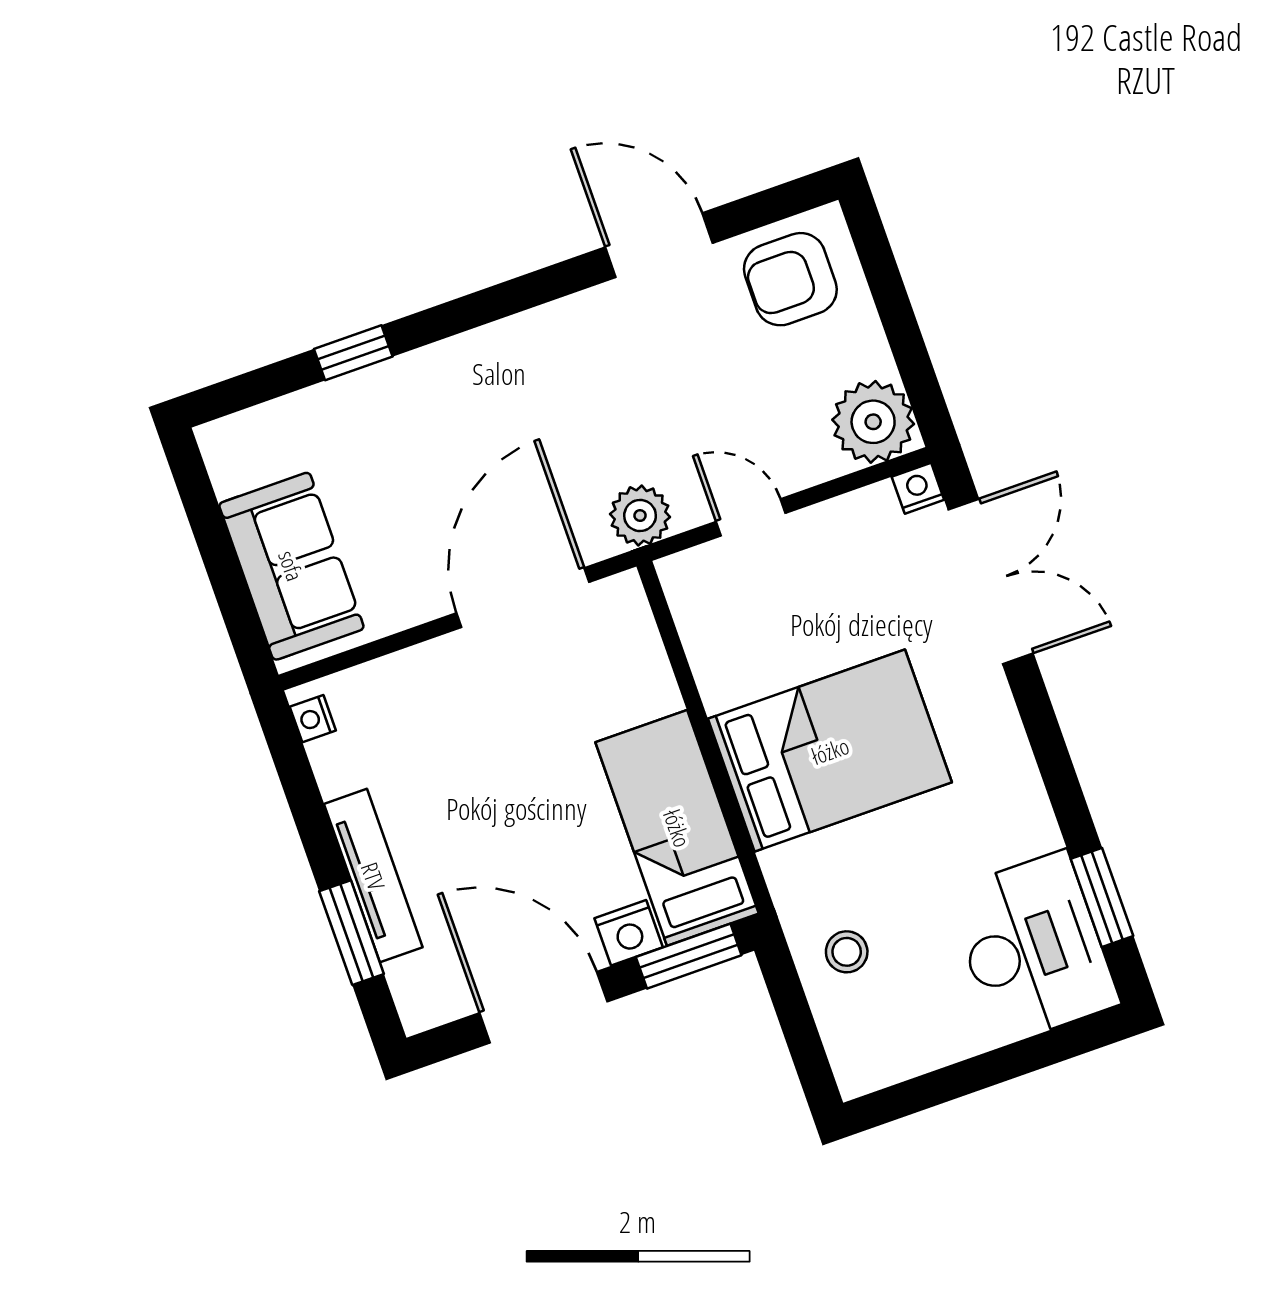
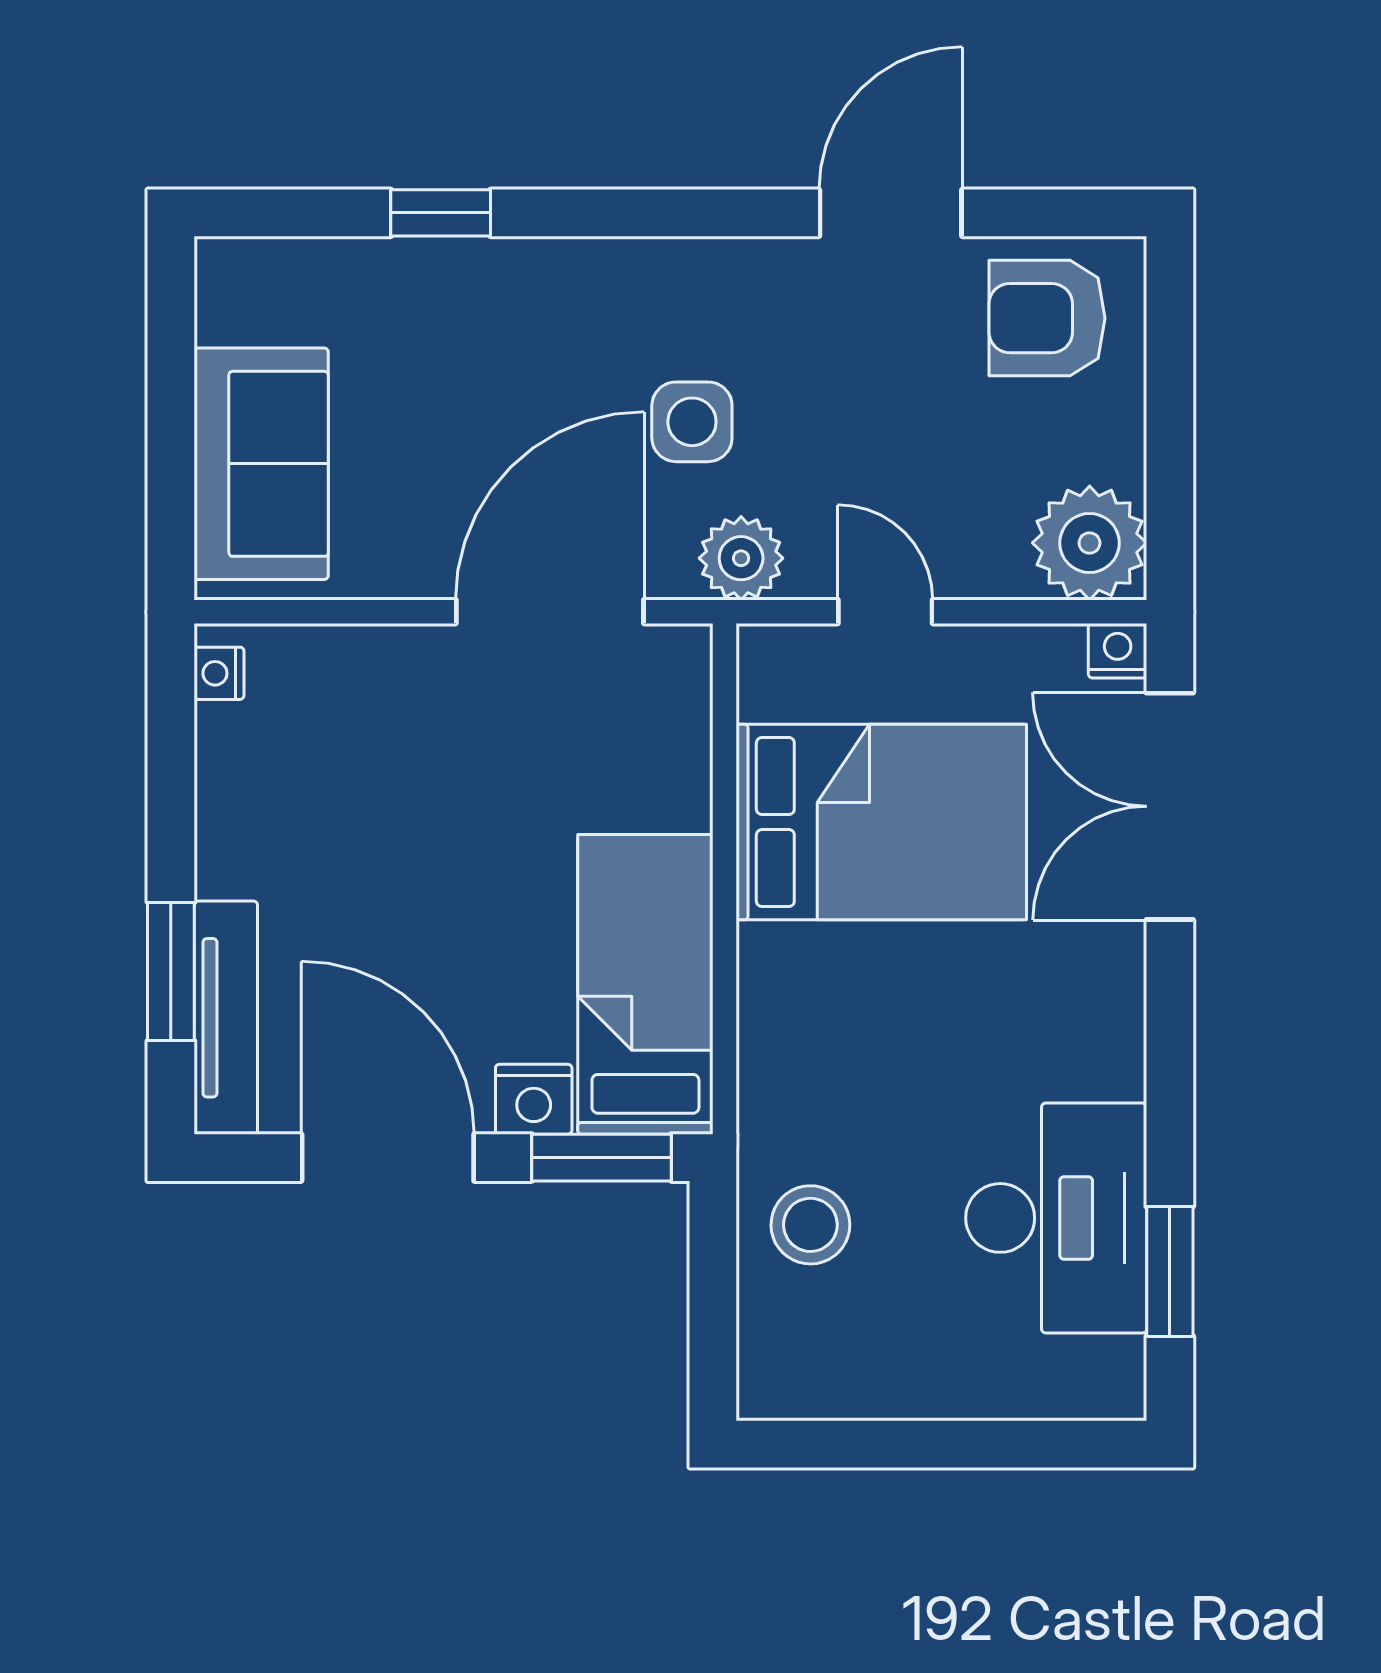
door: (659, 245) -> (891, 213), hinge flipped
side table: (574, 435) -> (692, 422), added
double door: (991, 581) -> (1170, 806), swing flipped
bed: (830, 751) -> (881, 822), moved
tv unit: (373, 876) -> (226, 1018), moved
desk: (1033, 948) -> (1056, 1218), moved
stool: (847, 952) -> (810, 1225), width x1.37, depth x1.37

